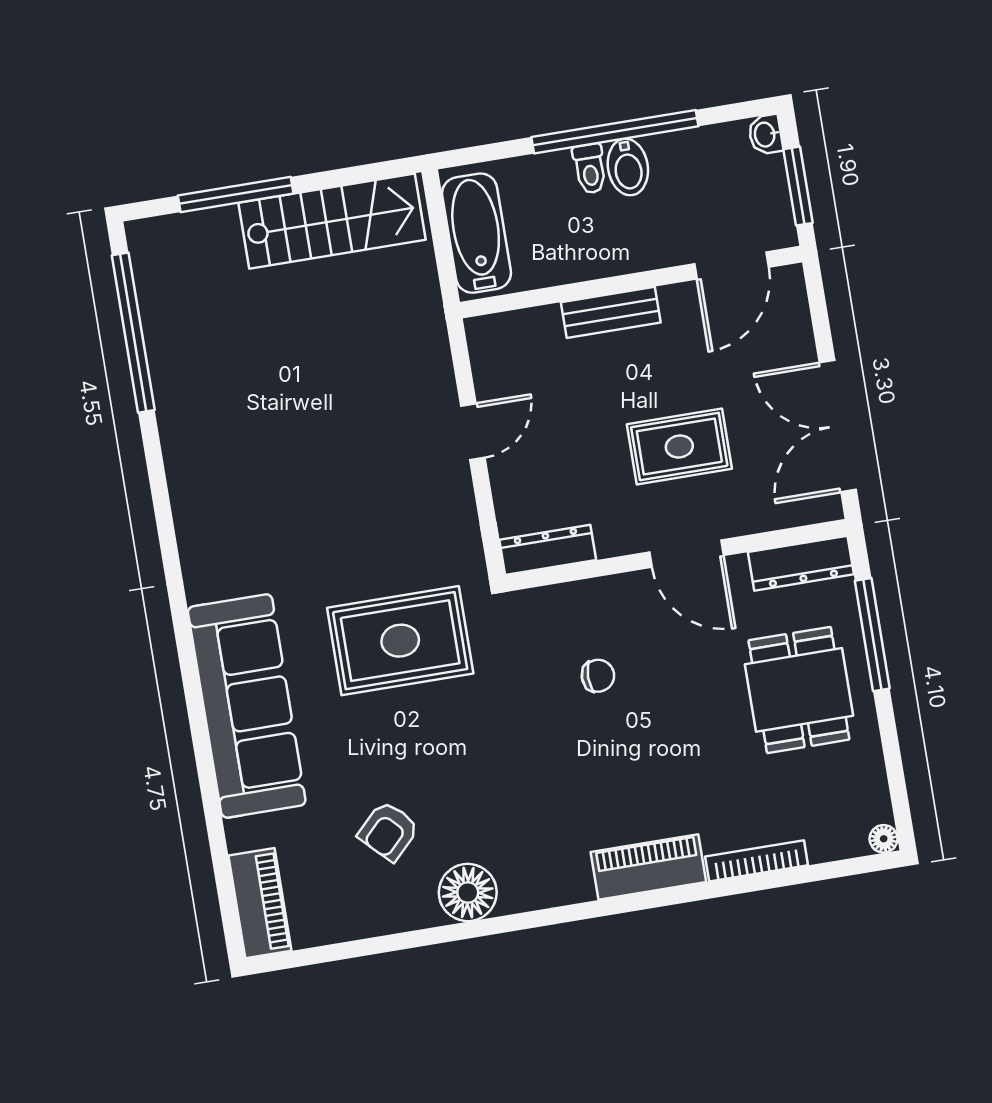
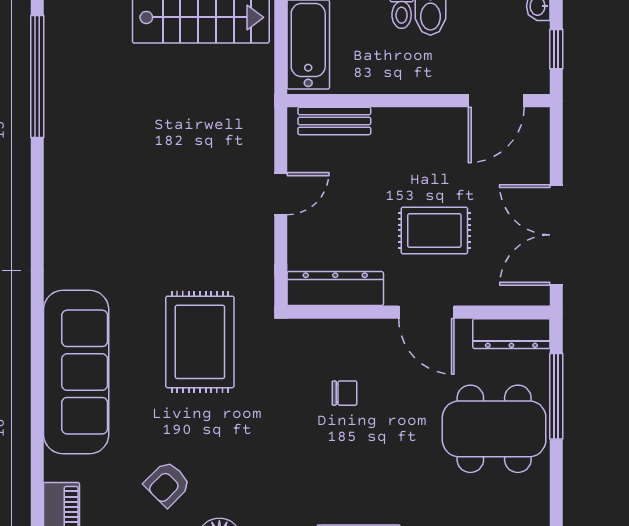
window: (798, 186) -> (556, 49), width x0.67
bench: (611, 312) -> (334, 121), moved
dresser: (548, 550) -> (335, 289), width x1.37, depth x1.24
rug: (400, 641) -> (200, 342), turned 90
dining table: (799, 690) -> (494, 429), width x1.38

